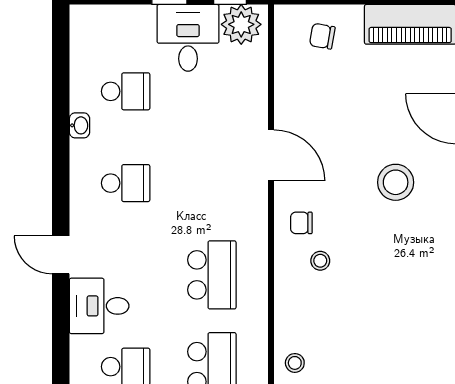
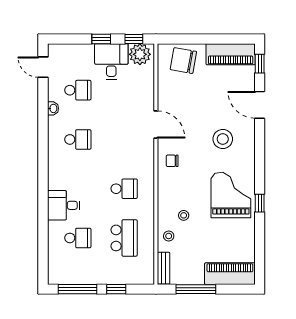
chair: (322, 36) -> (183, 61), width x1.87, depth x1.87
door: (61, 255) -> (43, 67), moved
stool: (320, 261) -> (184, 215), moved
school desk: (212, 275) -> (124, 189), width x0.54
grand piano: (411, 287) -> (231, 195), added

